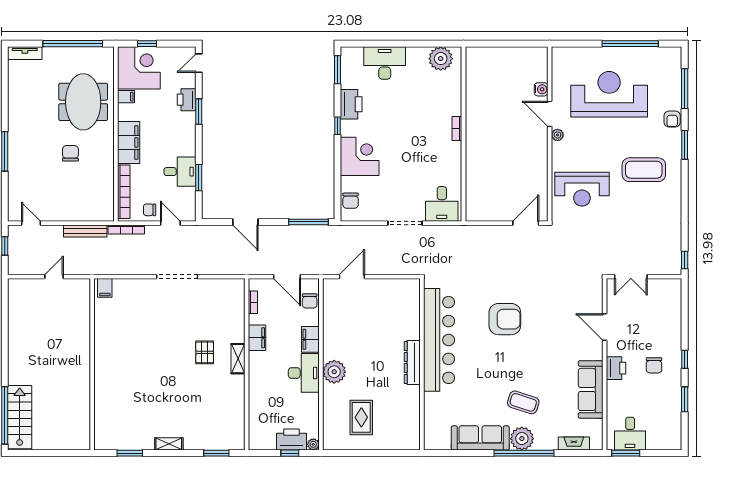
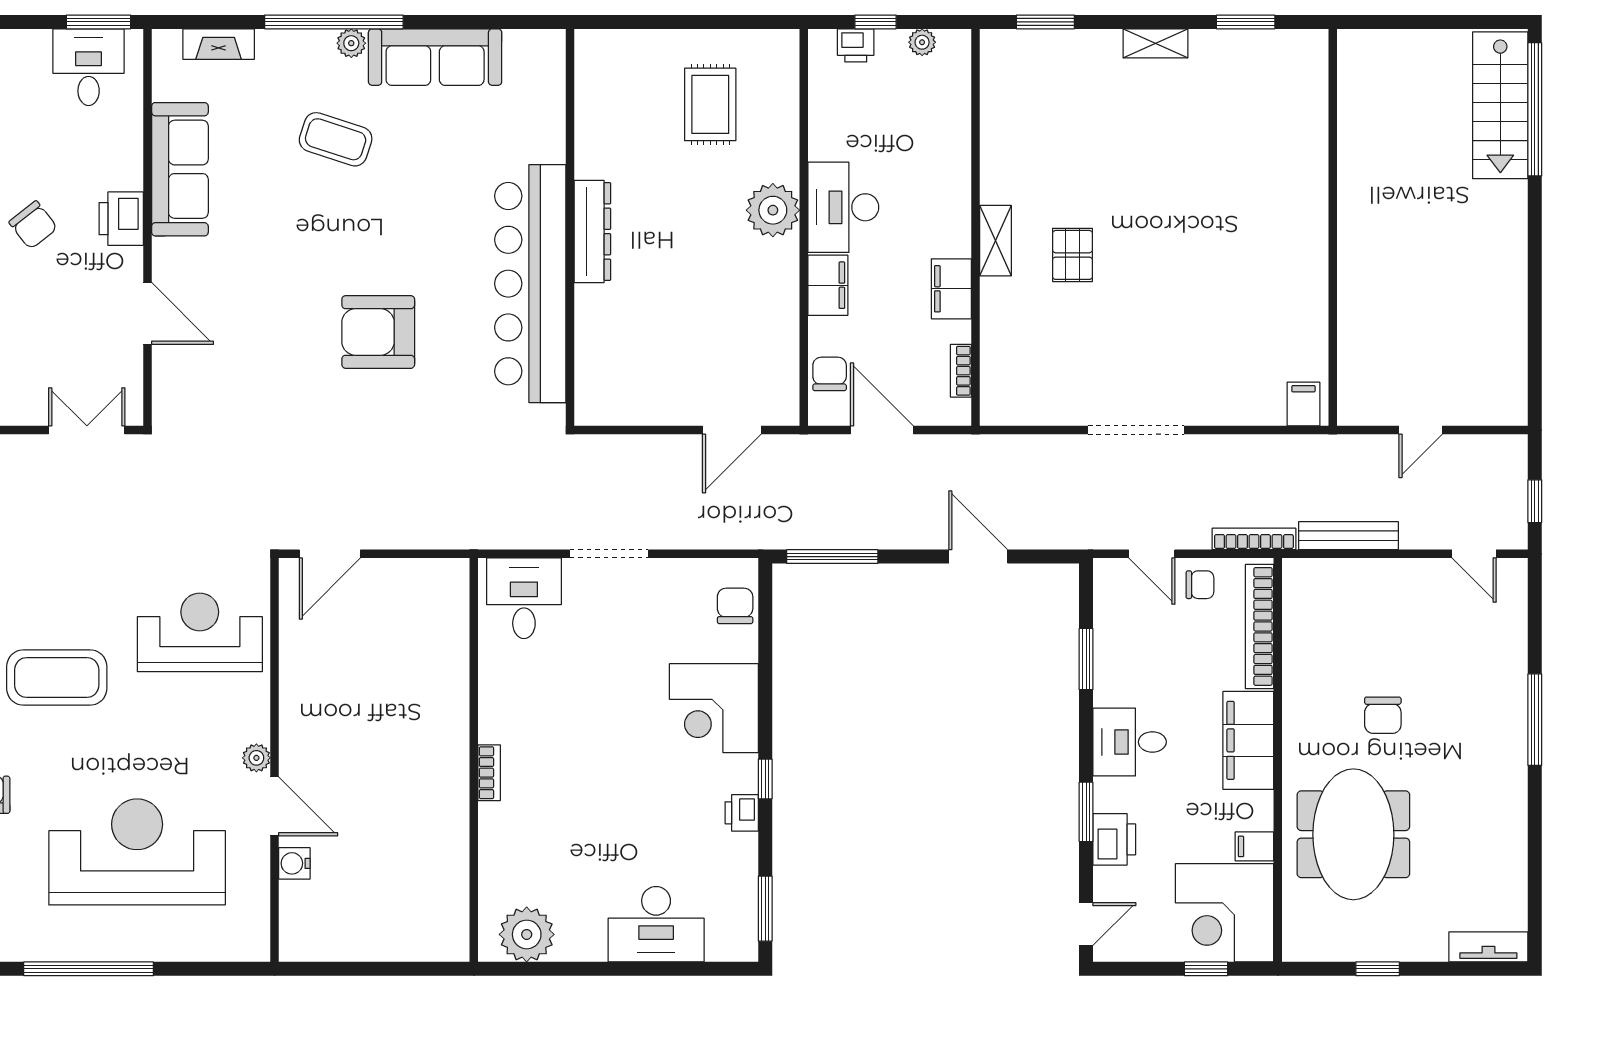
window: (73, 44) -> (1378, 969), width x0.32
reception desk: (609, 94) -> (137, 852), turned 180
printer: (351, 104) -> (742, 813), width x0.53, depth x0.68
desk: (180, 172) -> (1130, 742), moved
chair: (654, 365) -> (33, 225), turned 142
plant: (522, 439) -> (351, 43), width x0.53, depth x0.53
printer: (291, 440) -> (856, 45), width x0.53, depth x0.68
plant: (313, 444) -> (922, 42), moved

